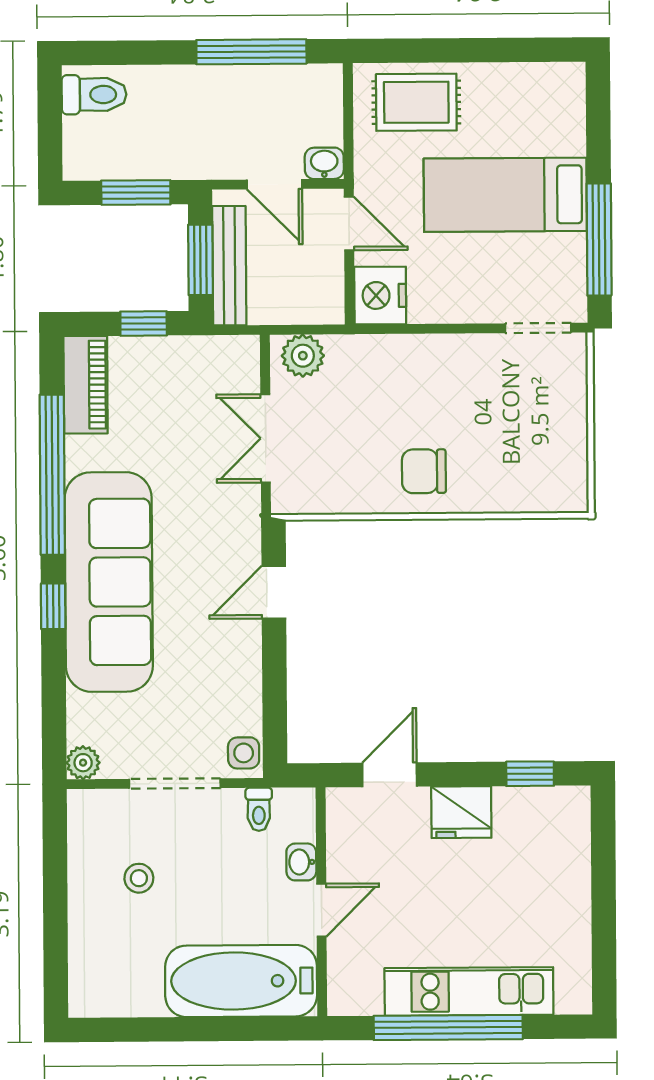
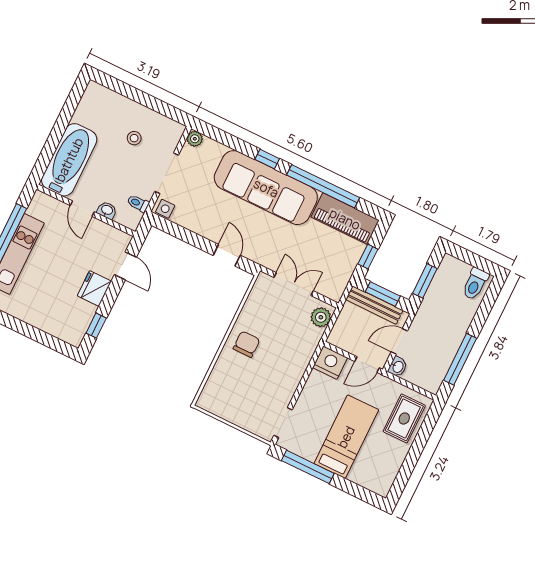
piano: (86, 385) -> (345, 219), width x1.37, depth x1.33

